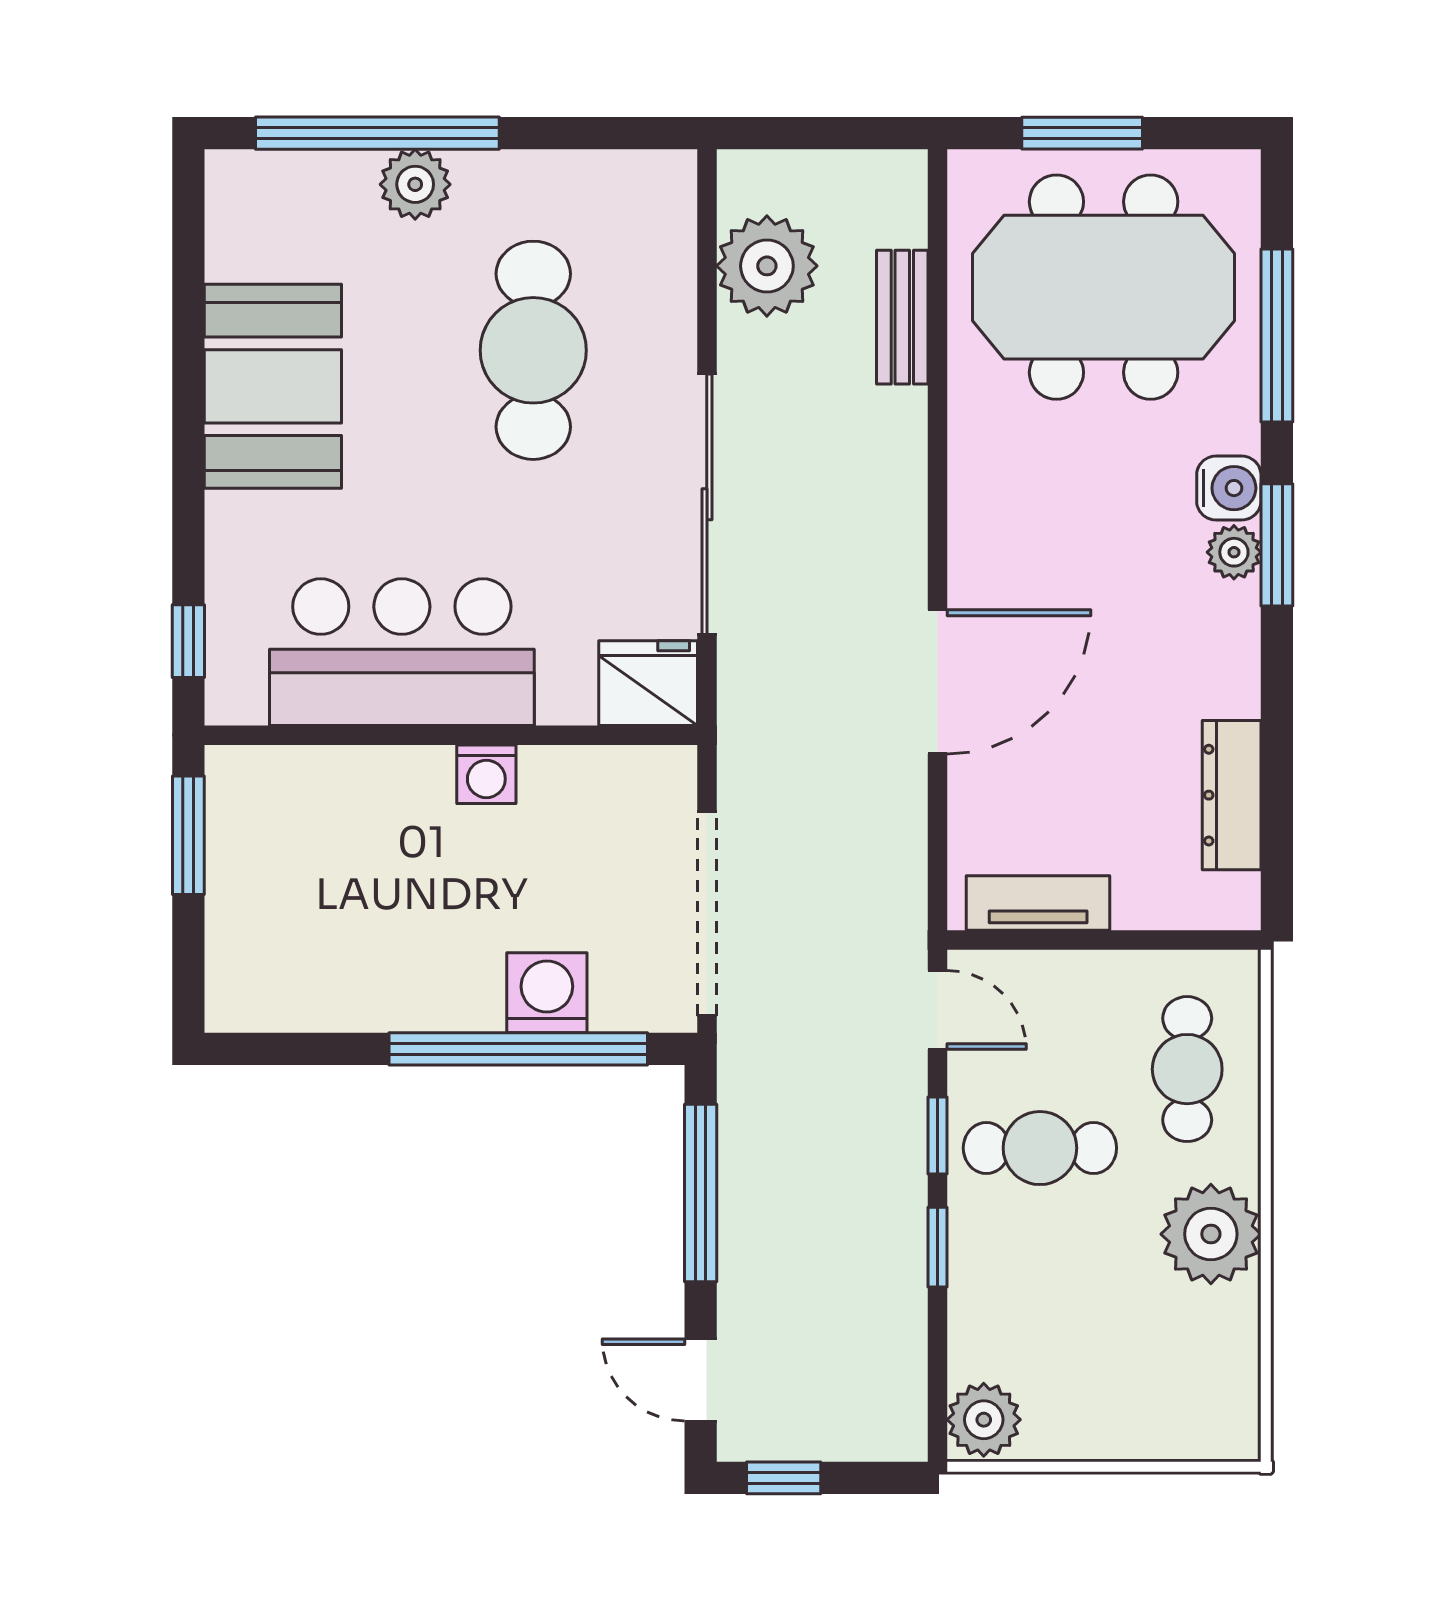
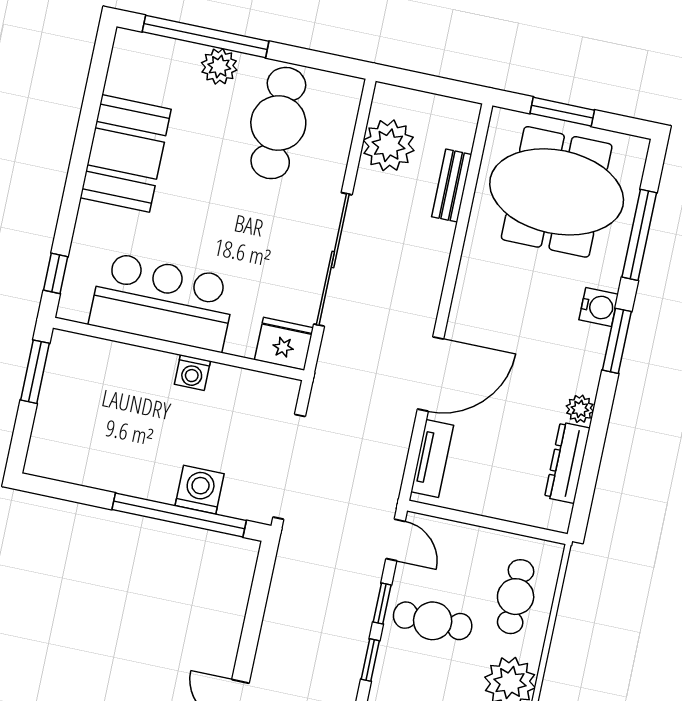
cafe table: (533, 350) -> (278, 123), moved
plant: (1234, 552) -> (580, 409), moved
tv unit: (1038, 903) -> (432, 458), moved, turned 90
window: (701, 1193) -> (256, 607), removed

